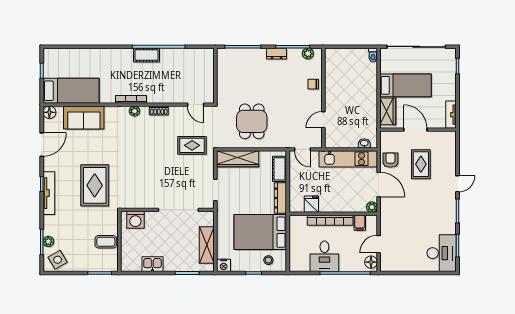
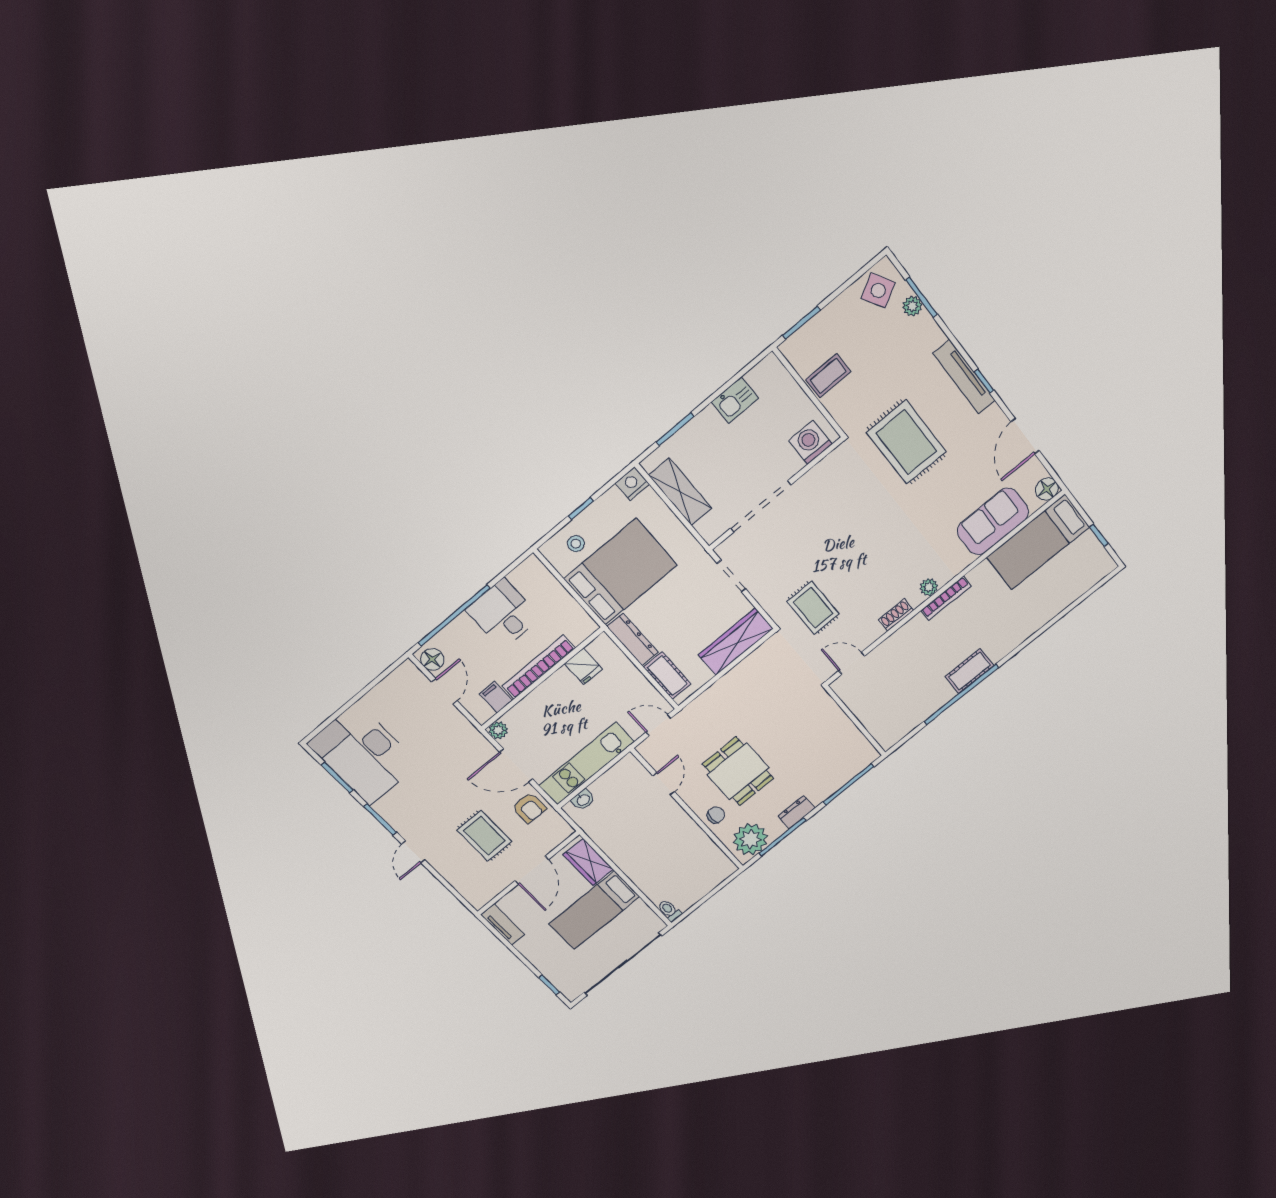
plant: (308, 54) -> (750, 839), width x1.87, depth x1.87
dining table: (252, 121) -> (738, 771), moved
door: (415, 130) -> (532, 870), hinge flipped
rug: (192, 145) -> (813, 608), turned 90
desk: (442, 253) -> (363, 754), width x1.36, depth x1.30

